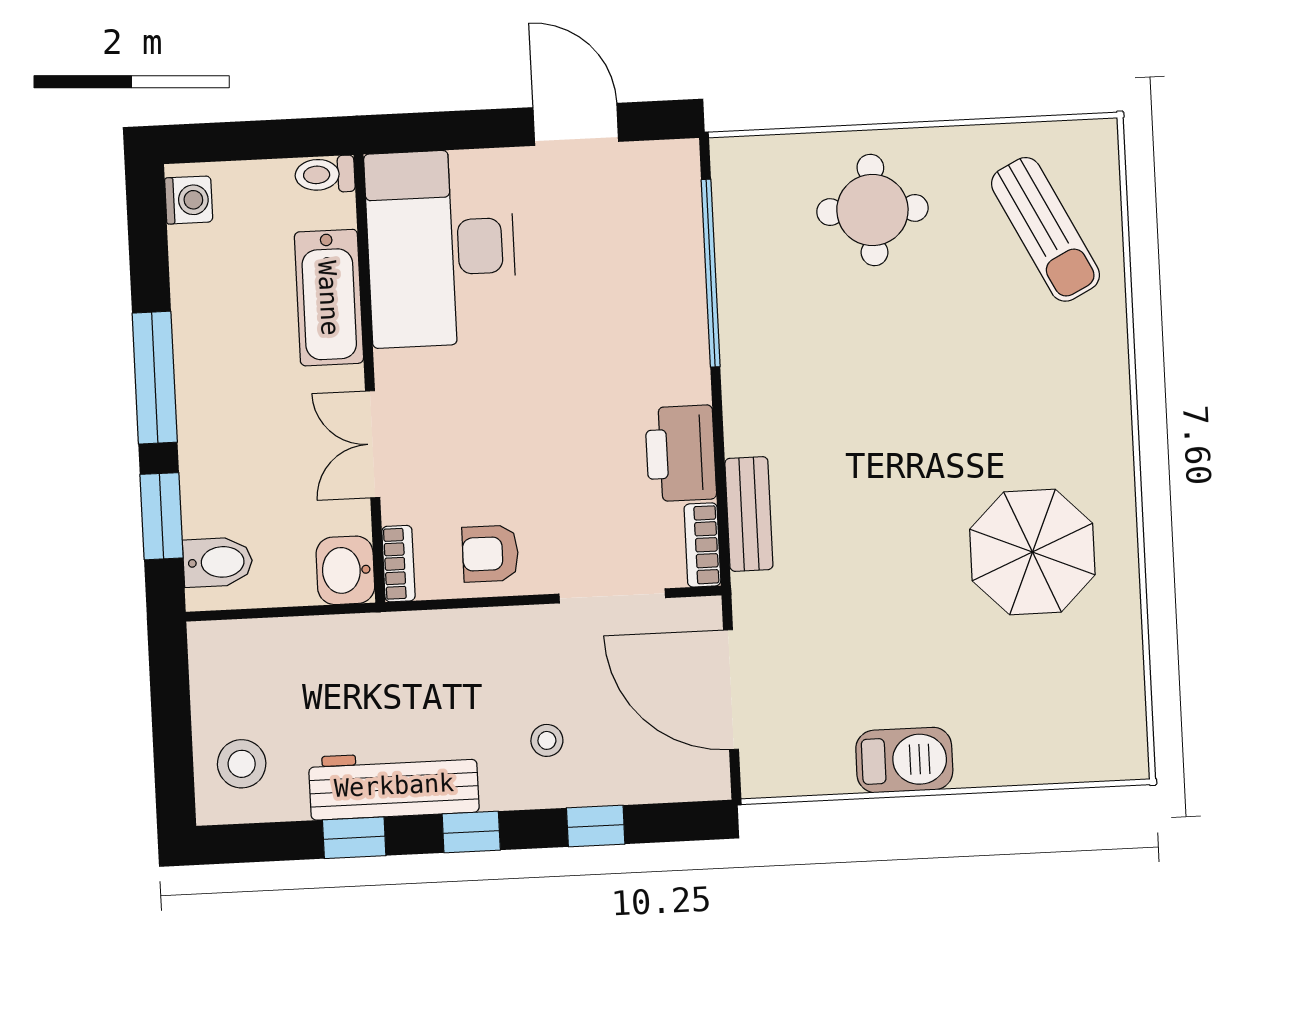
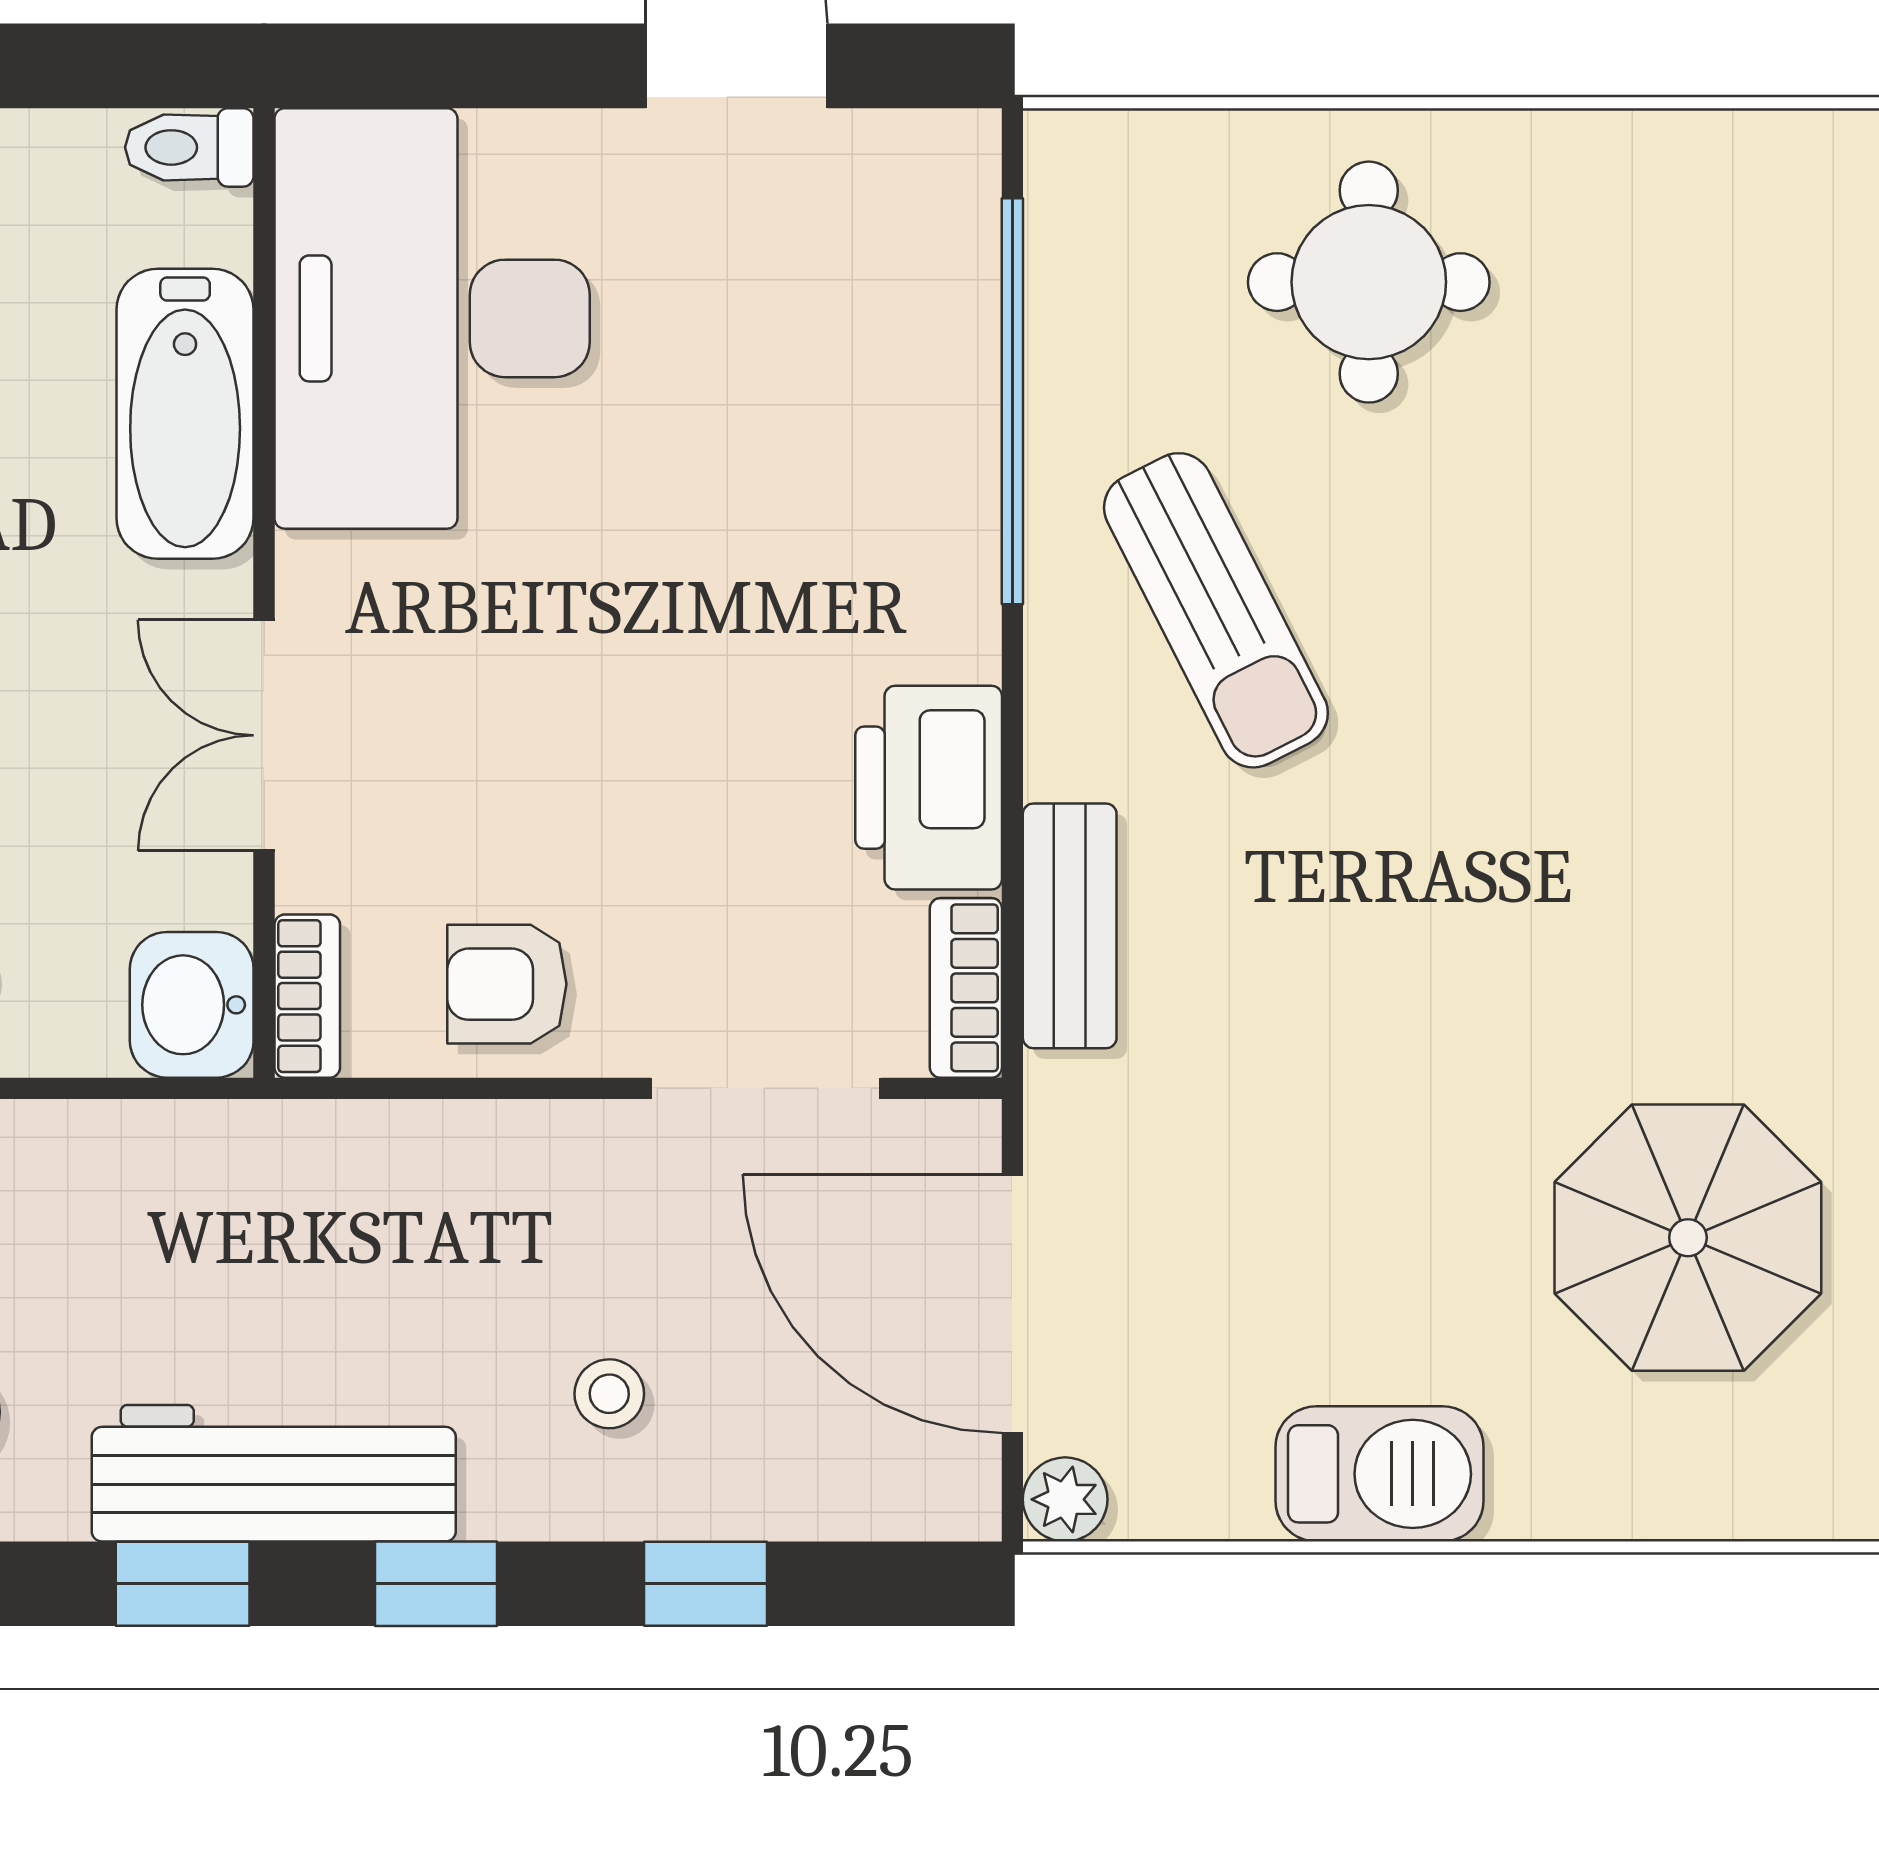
sun lounger: (1045, 229) -> (1216, 610), moved
parasol: (1032, 552) -> (1688, 1238), moved
plant: (760, 779) -> (1065, 1499), added

